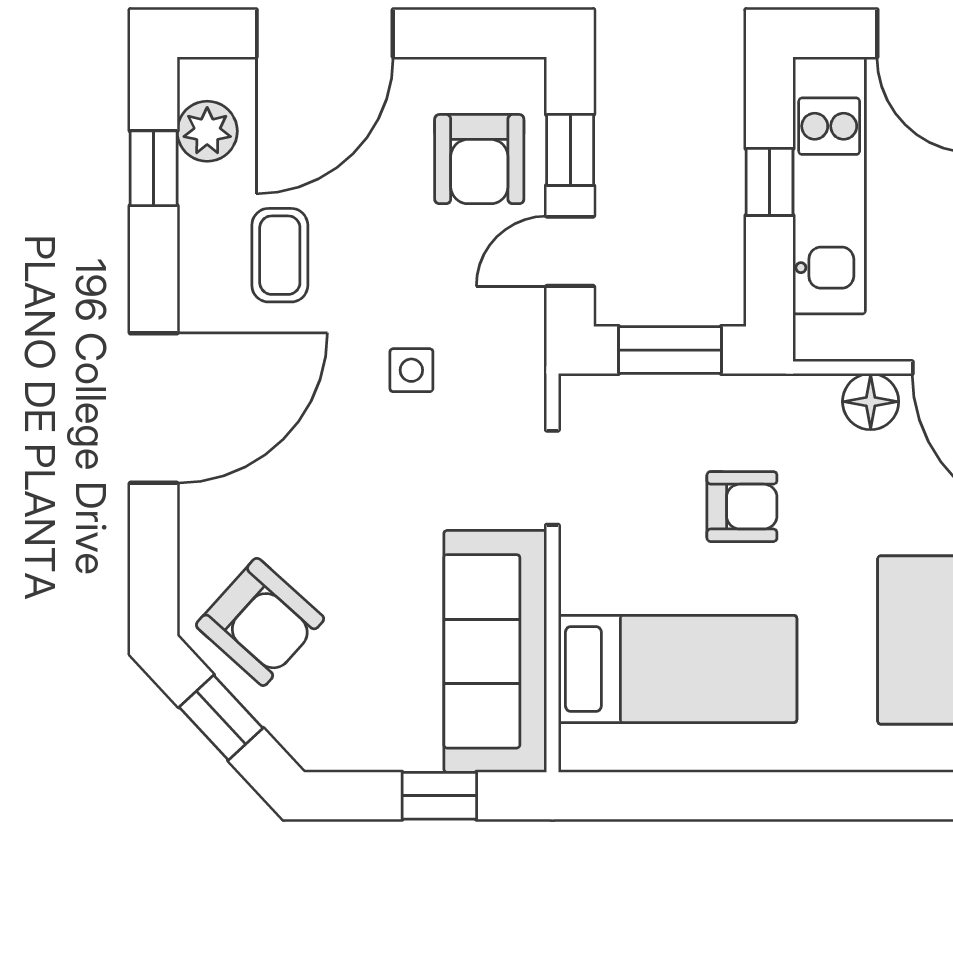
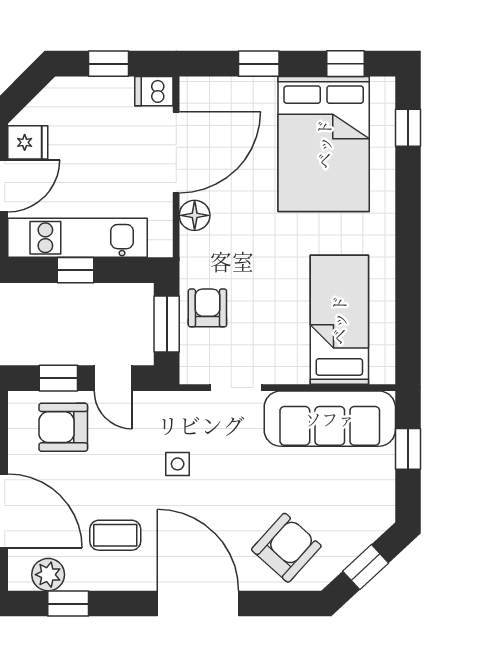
armchair: (479, 159) -> (63, 427), turned 180
armchair: (742, 507) -> (207, 308), moved
armchair: (260, 622) -> (286, 548), moved

